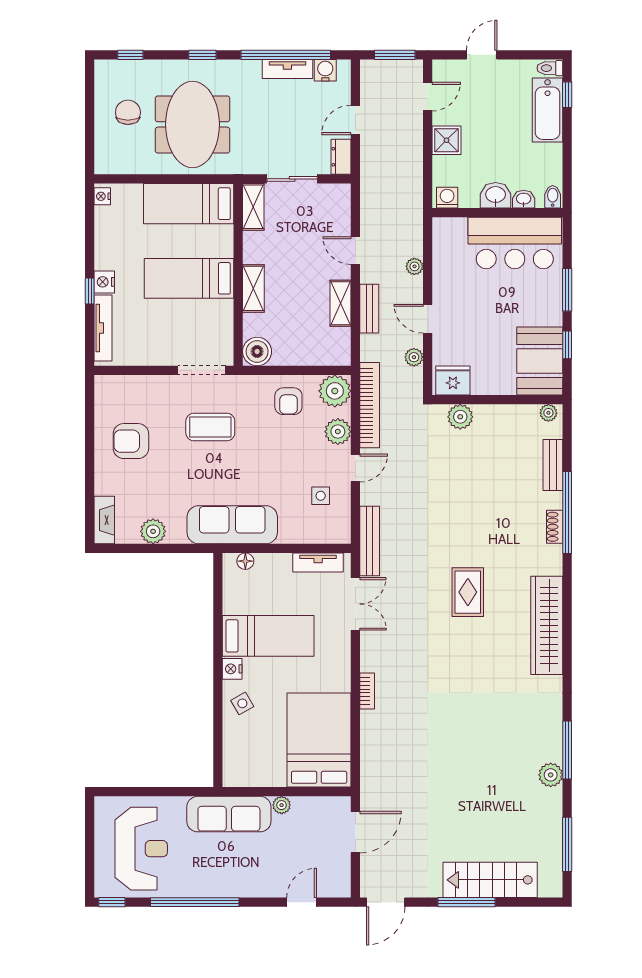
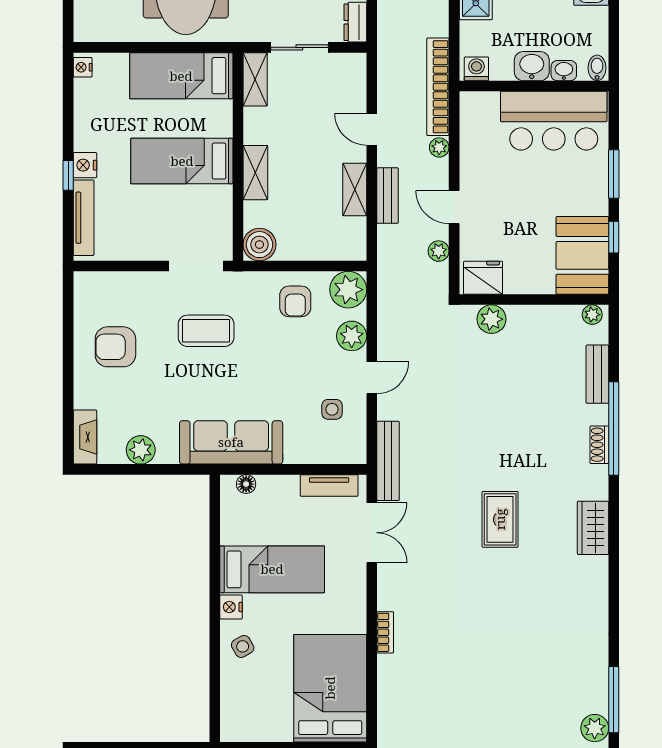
bookcase: (370, 405) -> (438, 87), moved, turned 180
wardrobe: (547, 625) -> (593, 528), width x0.48, depth x0.85

